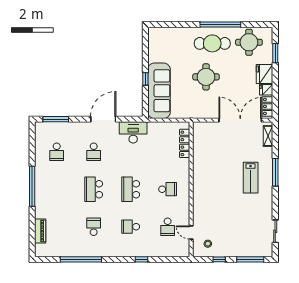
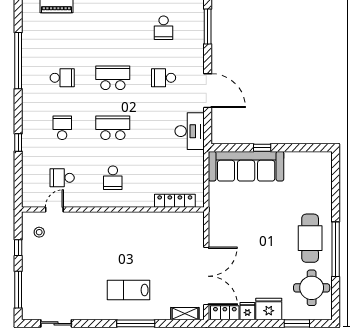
round table: (206, 77) -> (265, 230), removed
school desk: (57, 152) -> (164, 28), turned -90

